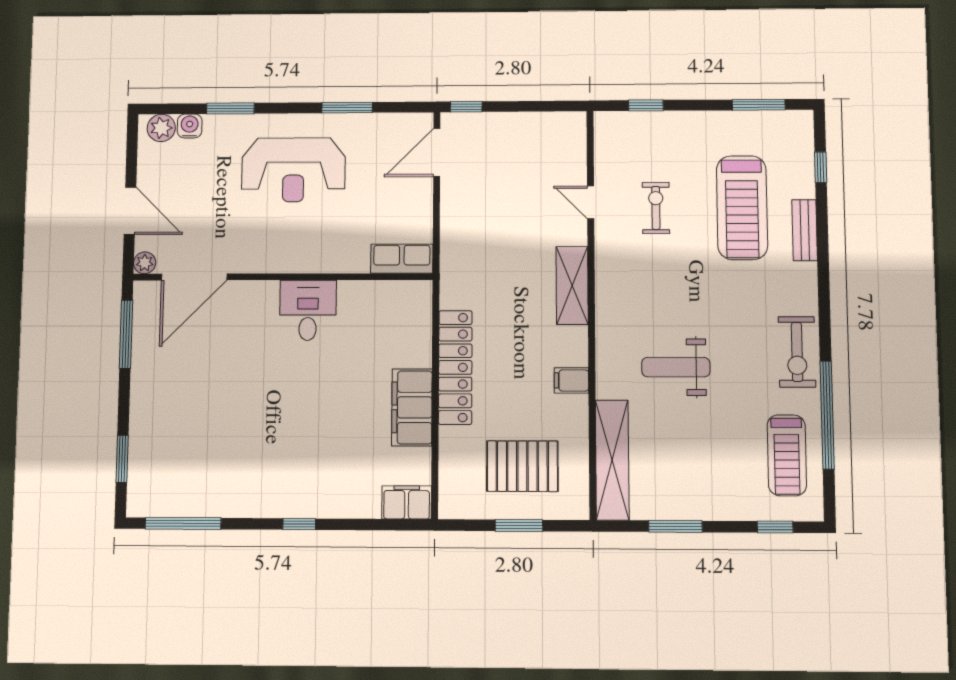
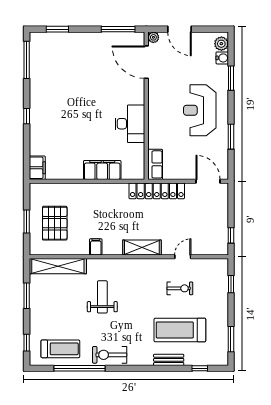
window: (466, 107) -> (231, 235), moved
door: (130, 211) -> (179, 29), hinge flipped
desk: (308, 310) -> (130, 124), width x1.37
locker: (455, 367) -> (157, 191), moved
filing cabinet: (412, 407) -> (102, 170), moved
treadmill: (787, 455) -> (60, 349), turned 180

